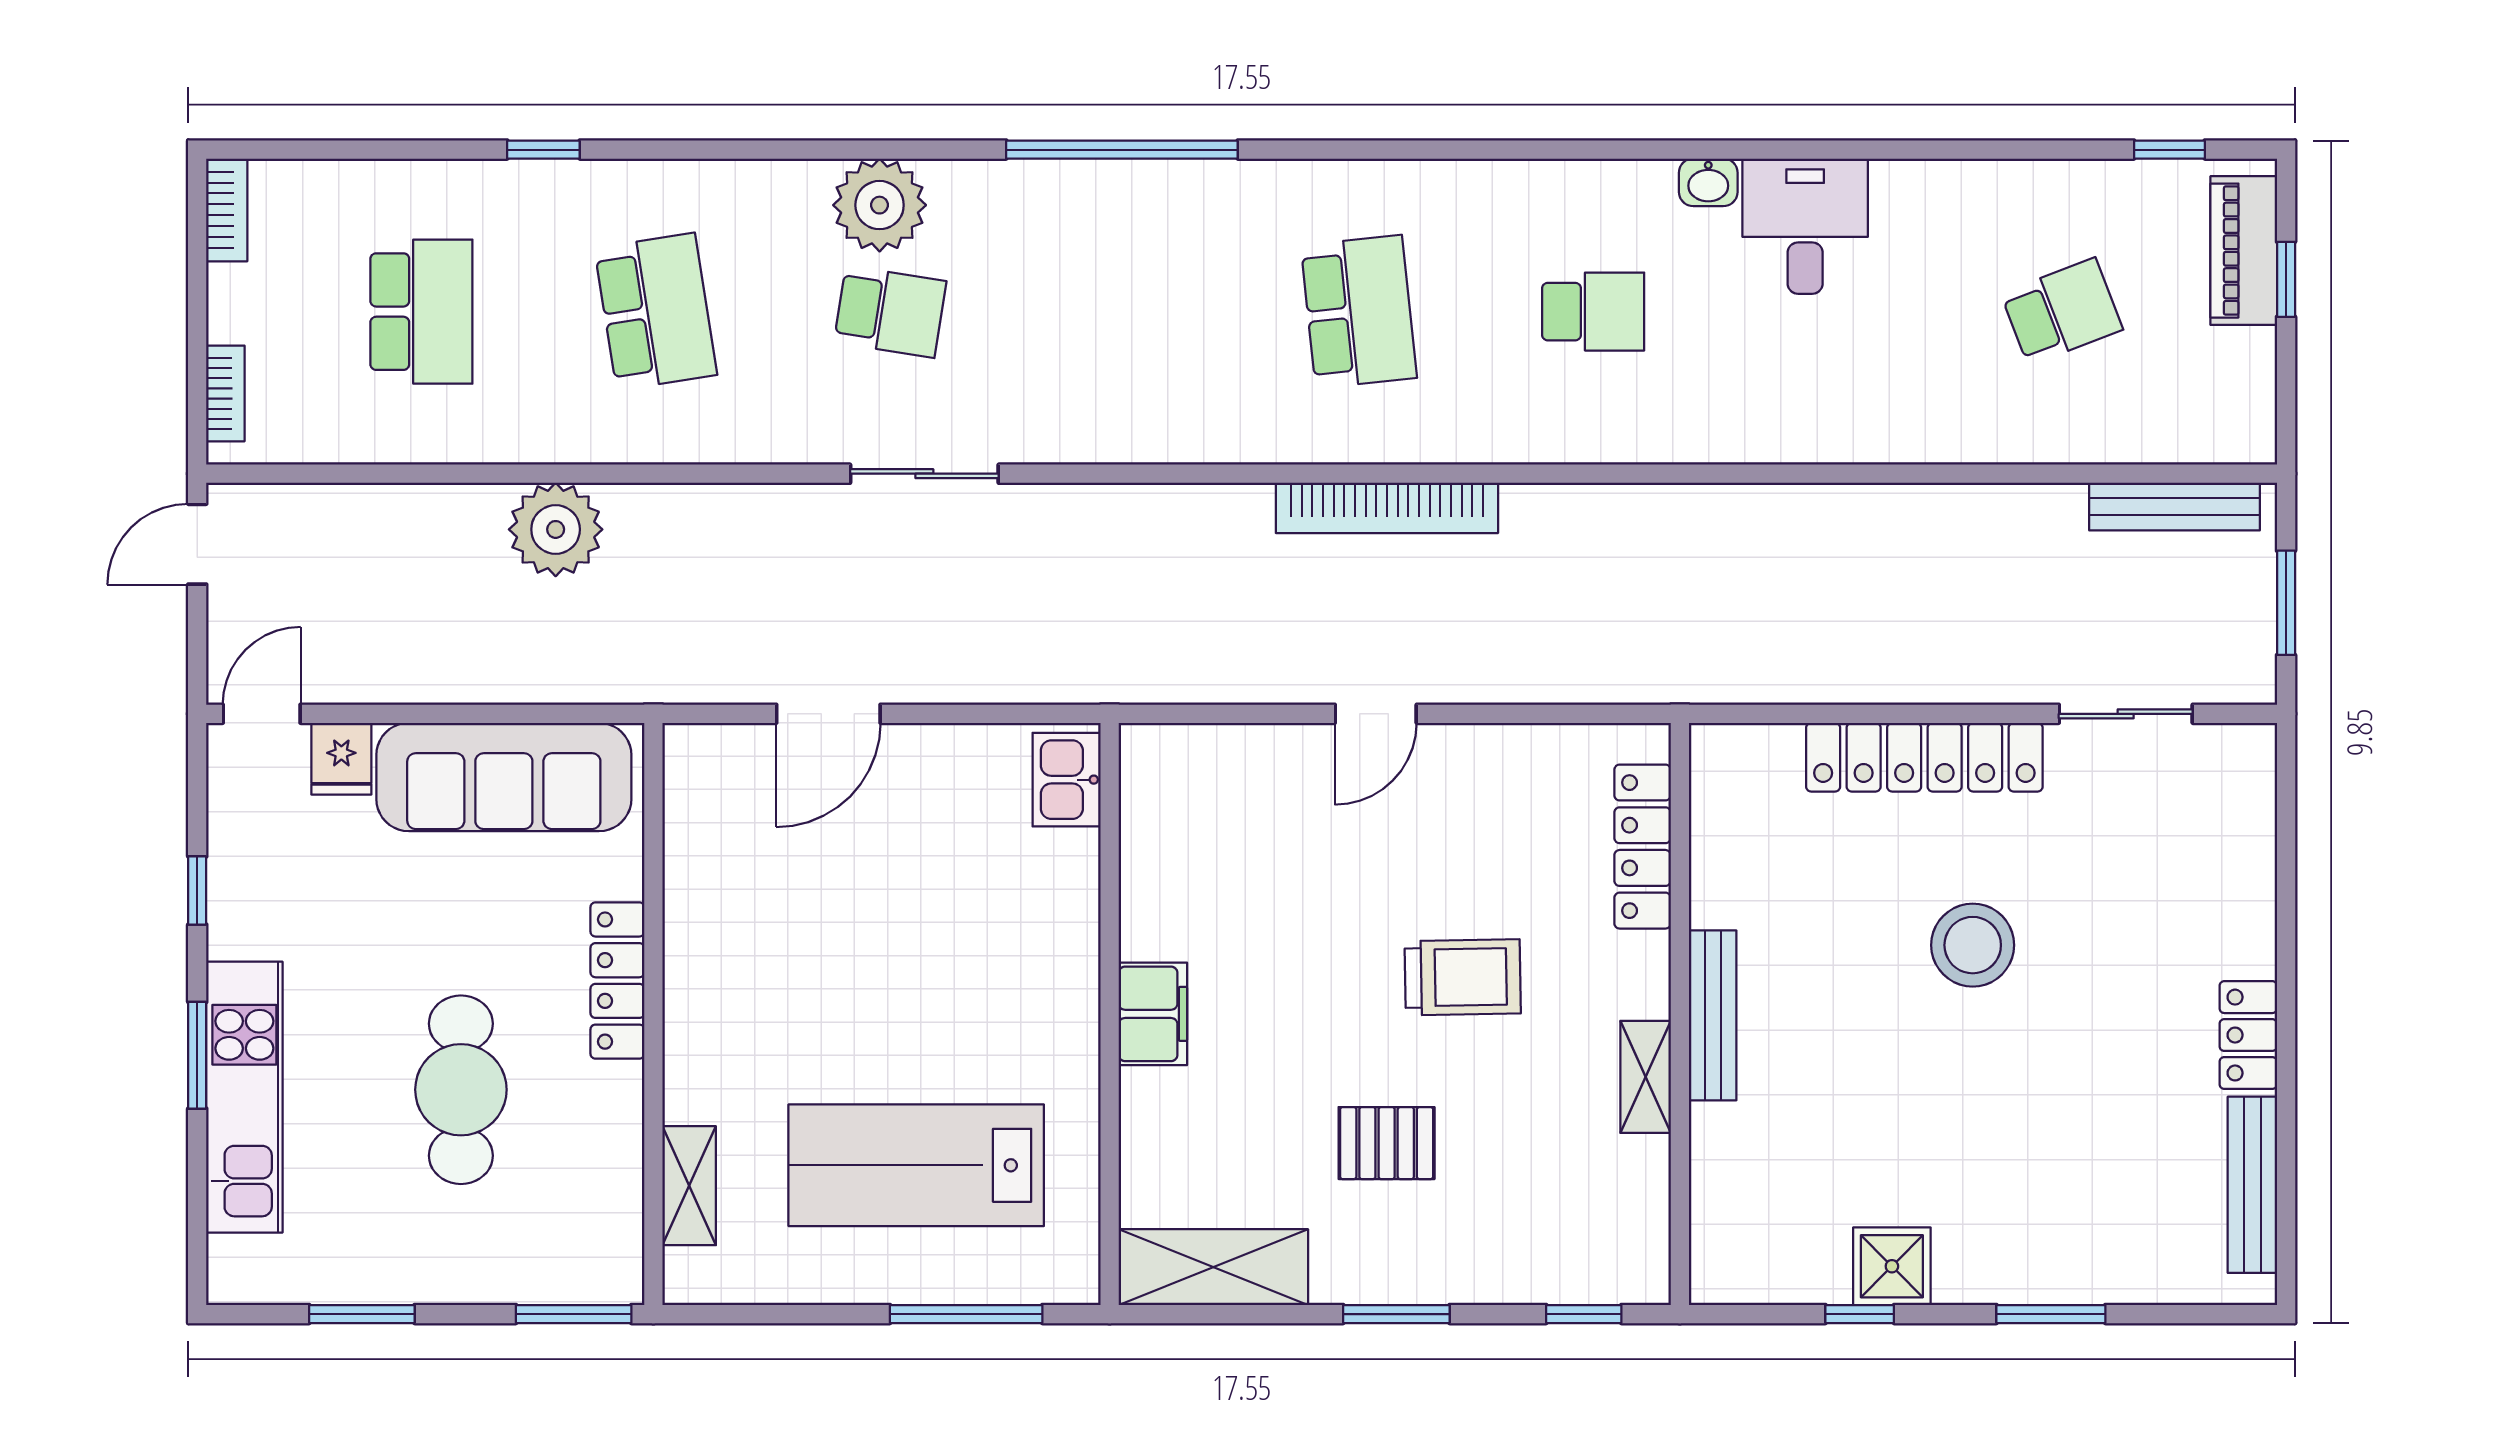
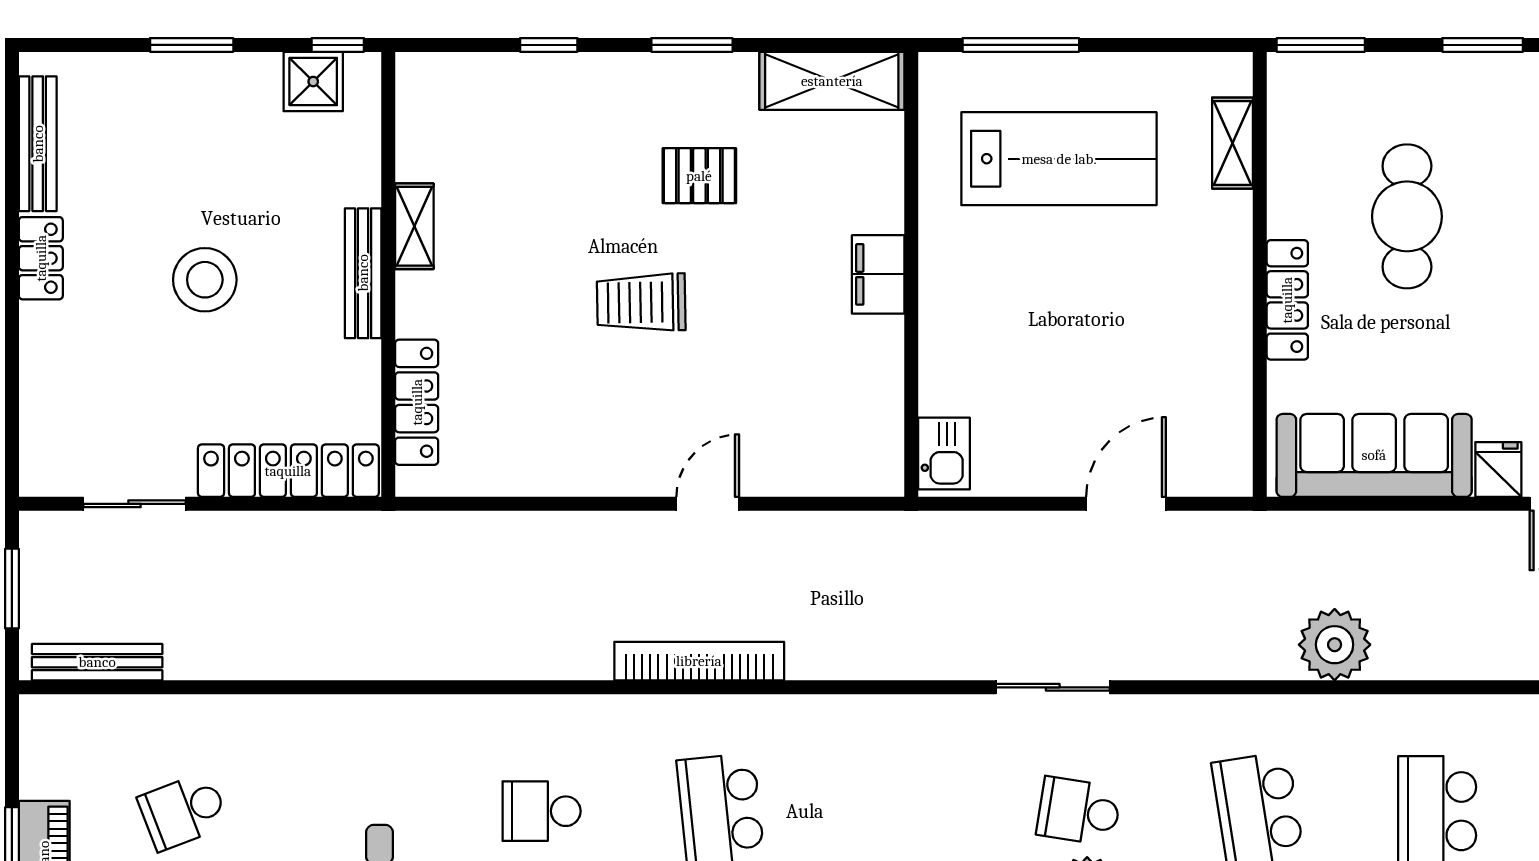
locker: (1643, 847) -> (417, 402), moved
stool: (1973, 945) -> (205, 280), moved
wall: (1680, 1014) -> (388, 274), moved
bench: (1713, 1015) -> (363, 273), moved
shelving: (1646, 1077) -> (414, 226), moved

